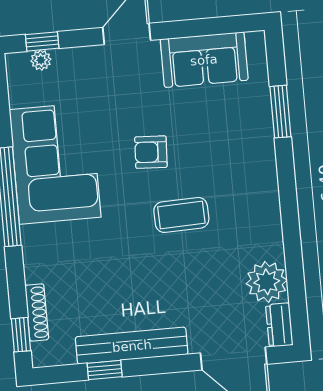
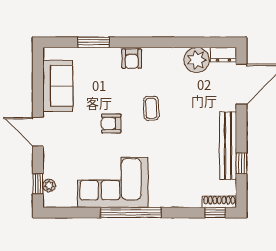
armchair: (151, 152) -> (111, 123), turned 87
armchair: (259, 176) -> (132, 59), added
coffee table: (181, 215) -> (151, 108), width x0.73, depth x0.77
shoe rack: (37, 312) -> (219, 202), moved

